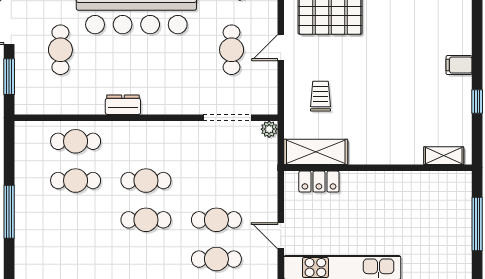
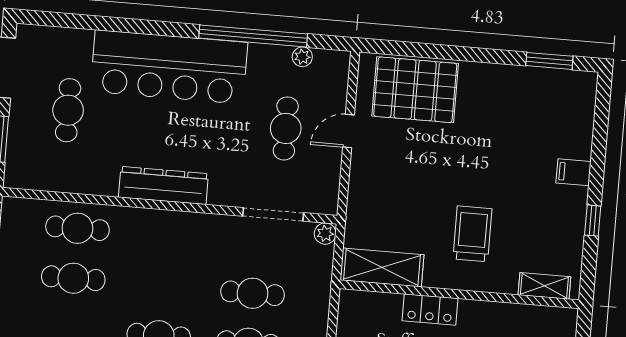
trolley: (321, 96) -> (472, 234), moved, width x1.36, depth x1.39
dresser: (123, 105) -> (163, 185), width x1.96, depth x1.24
cafe table: (146, 181) -> (253, 293), moved
locker: (319, 182) -> (430, 309), moved

